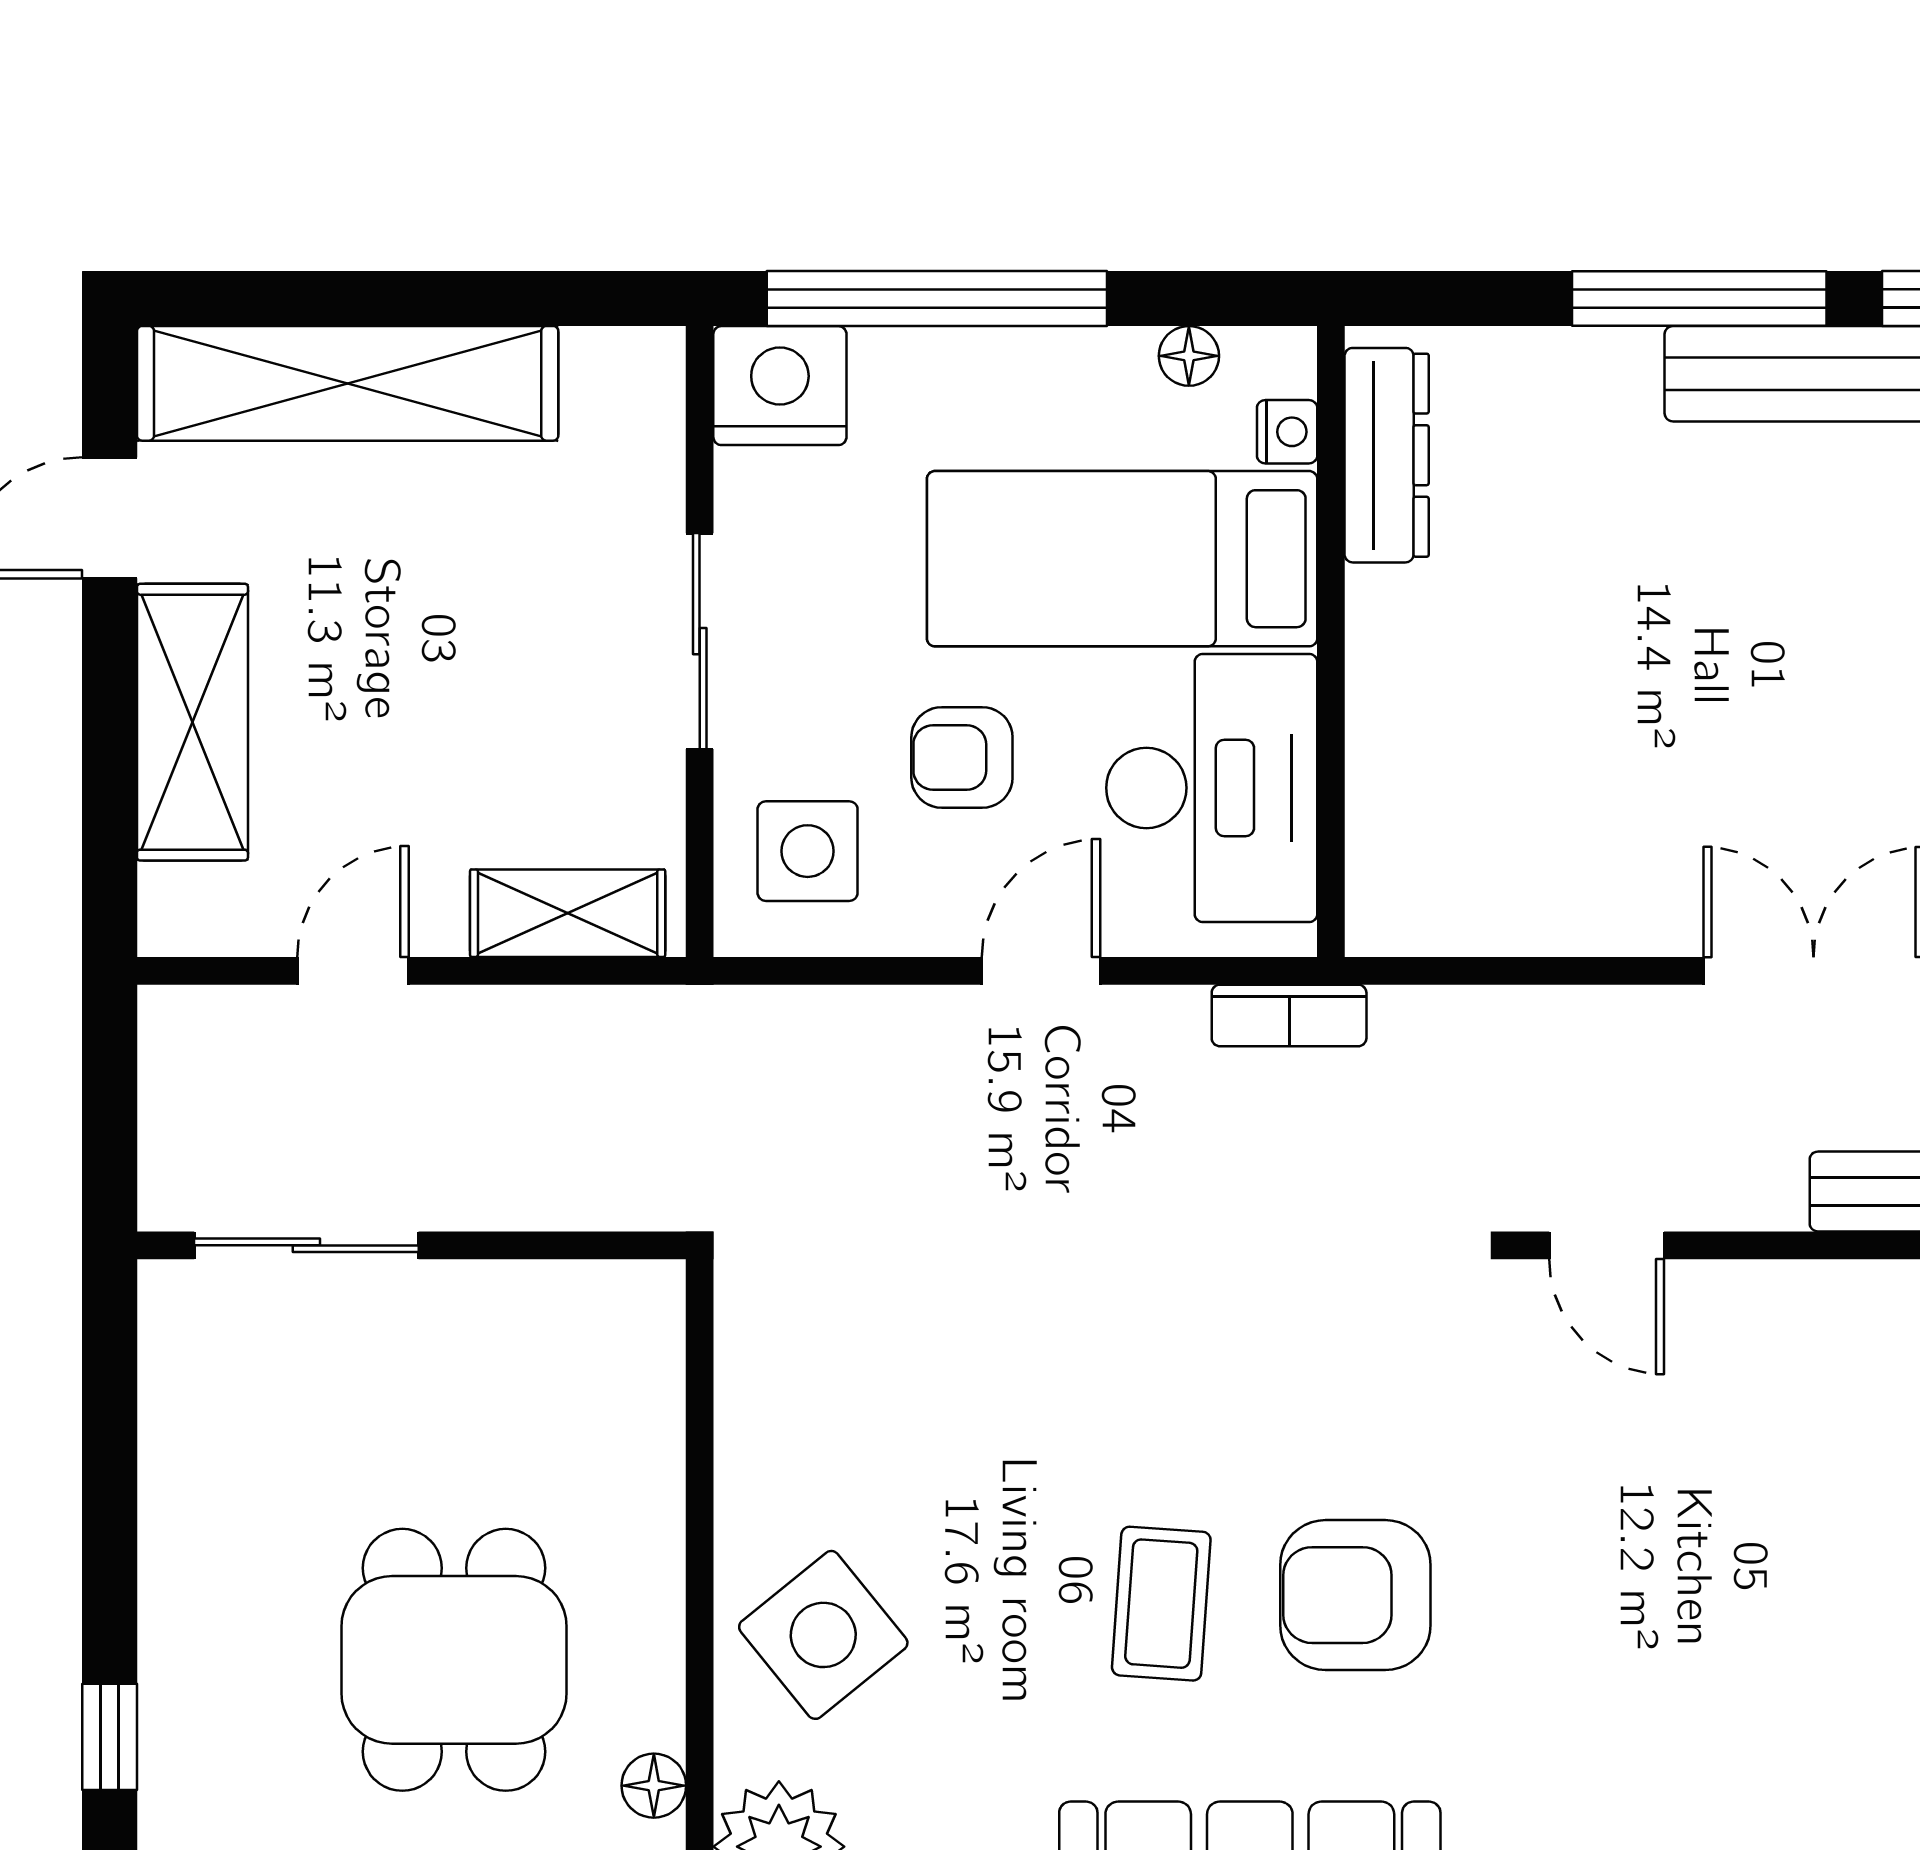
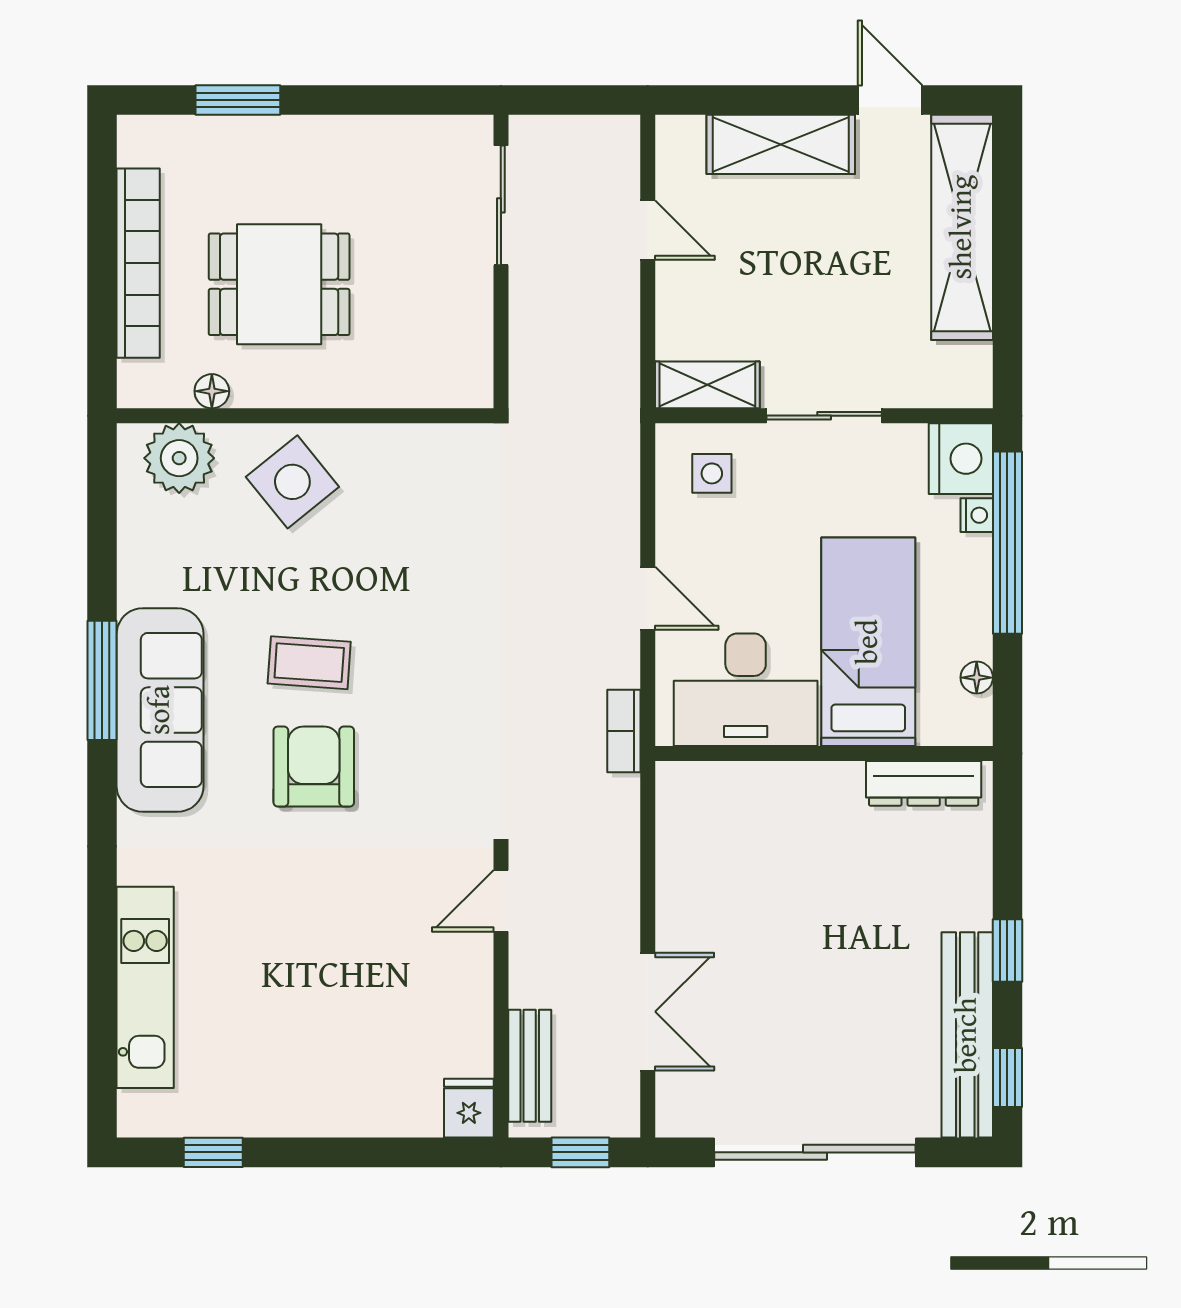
window: (1699, 298) -> (1007, 951), width x0.46
nightstand: (1287, 432) -> (977, 515), moved, turned -90
armchair: (962, 757) -> (762, 556), removed
side table: (808, 851) -> (712, 473), width x0.73, depth x0.73
shelving: (568, 913) -> (707, 385), moved, turned 90
window: (110, 1737) -> (238, 100), width x1.50

